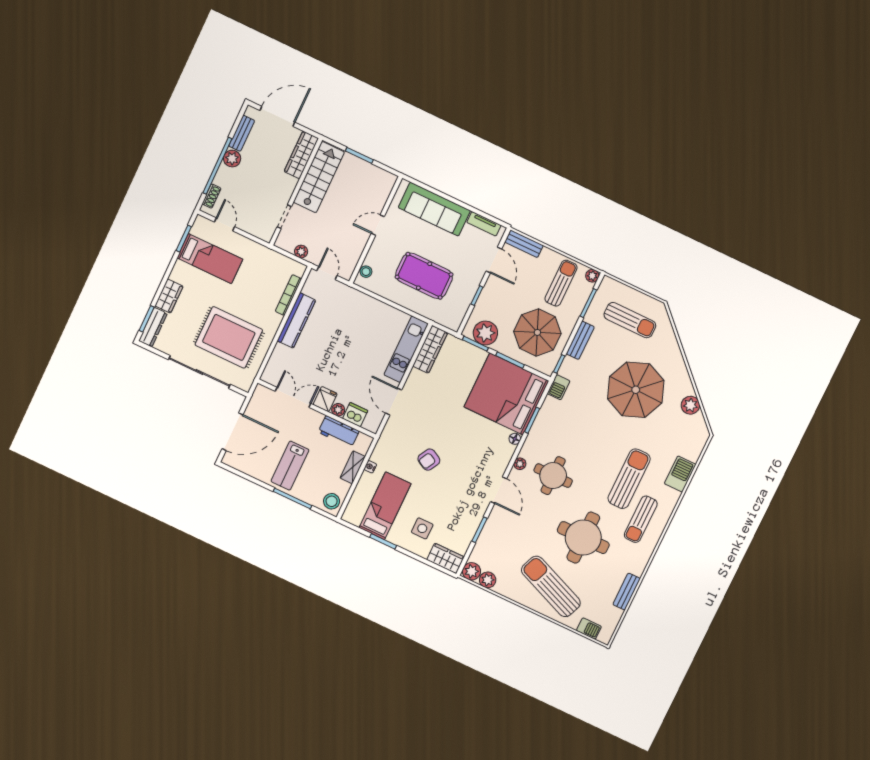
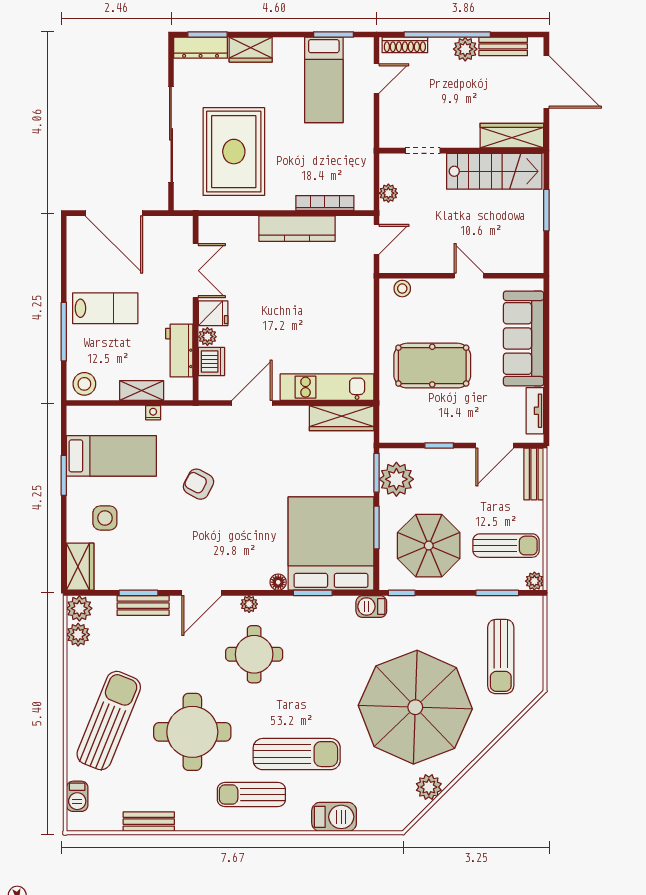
shoe rack: (211, 196) -> (405, 45), width x1.43
pool table: (424, 276) -> (432, 366), turned 90
bench: (580, 340) -> (143, 606), moved
parasol: (636, 390) -> (415, 707), width x1.36, depth x1.36
lab bench: (290, 466) -> (105, 308), turned 180

